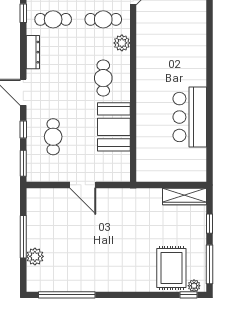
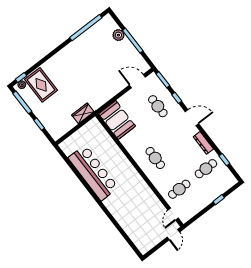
plant: (122, 43) -> (160, 184), removed
bar counter: (190, 117) -> (93, 173), width x1.36
booth: (114, 127) -> (117, 120), moved
door: (83, 185) -> (137, 81), moved
wardrobe: (185, 196) -> (83, 113), moved, width x0.67

